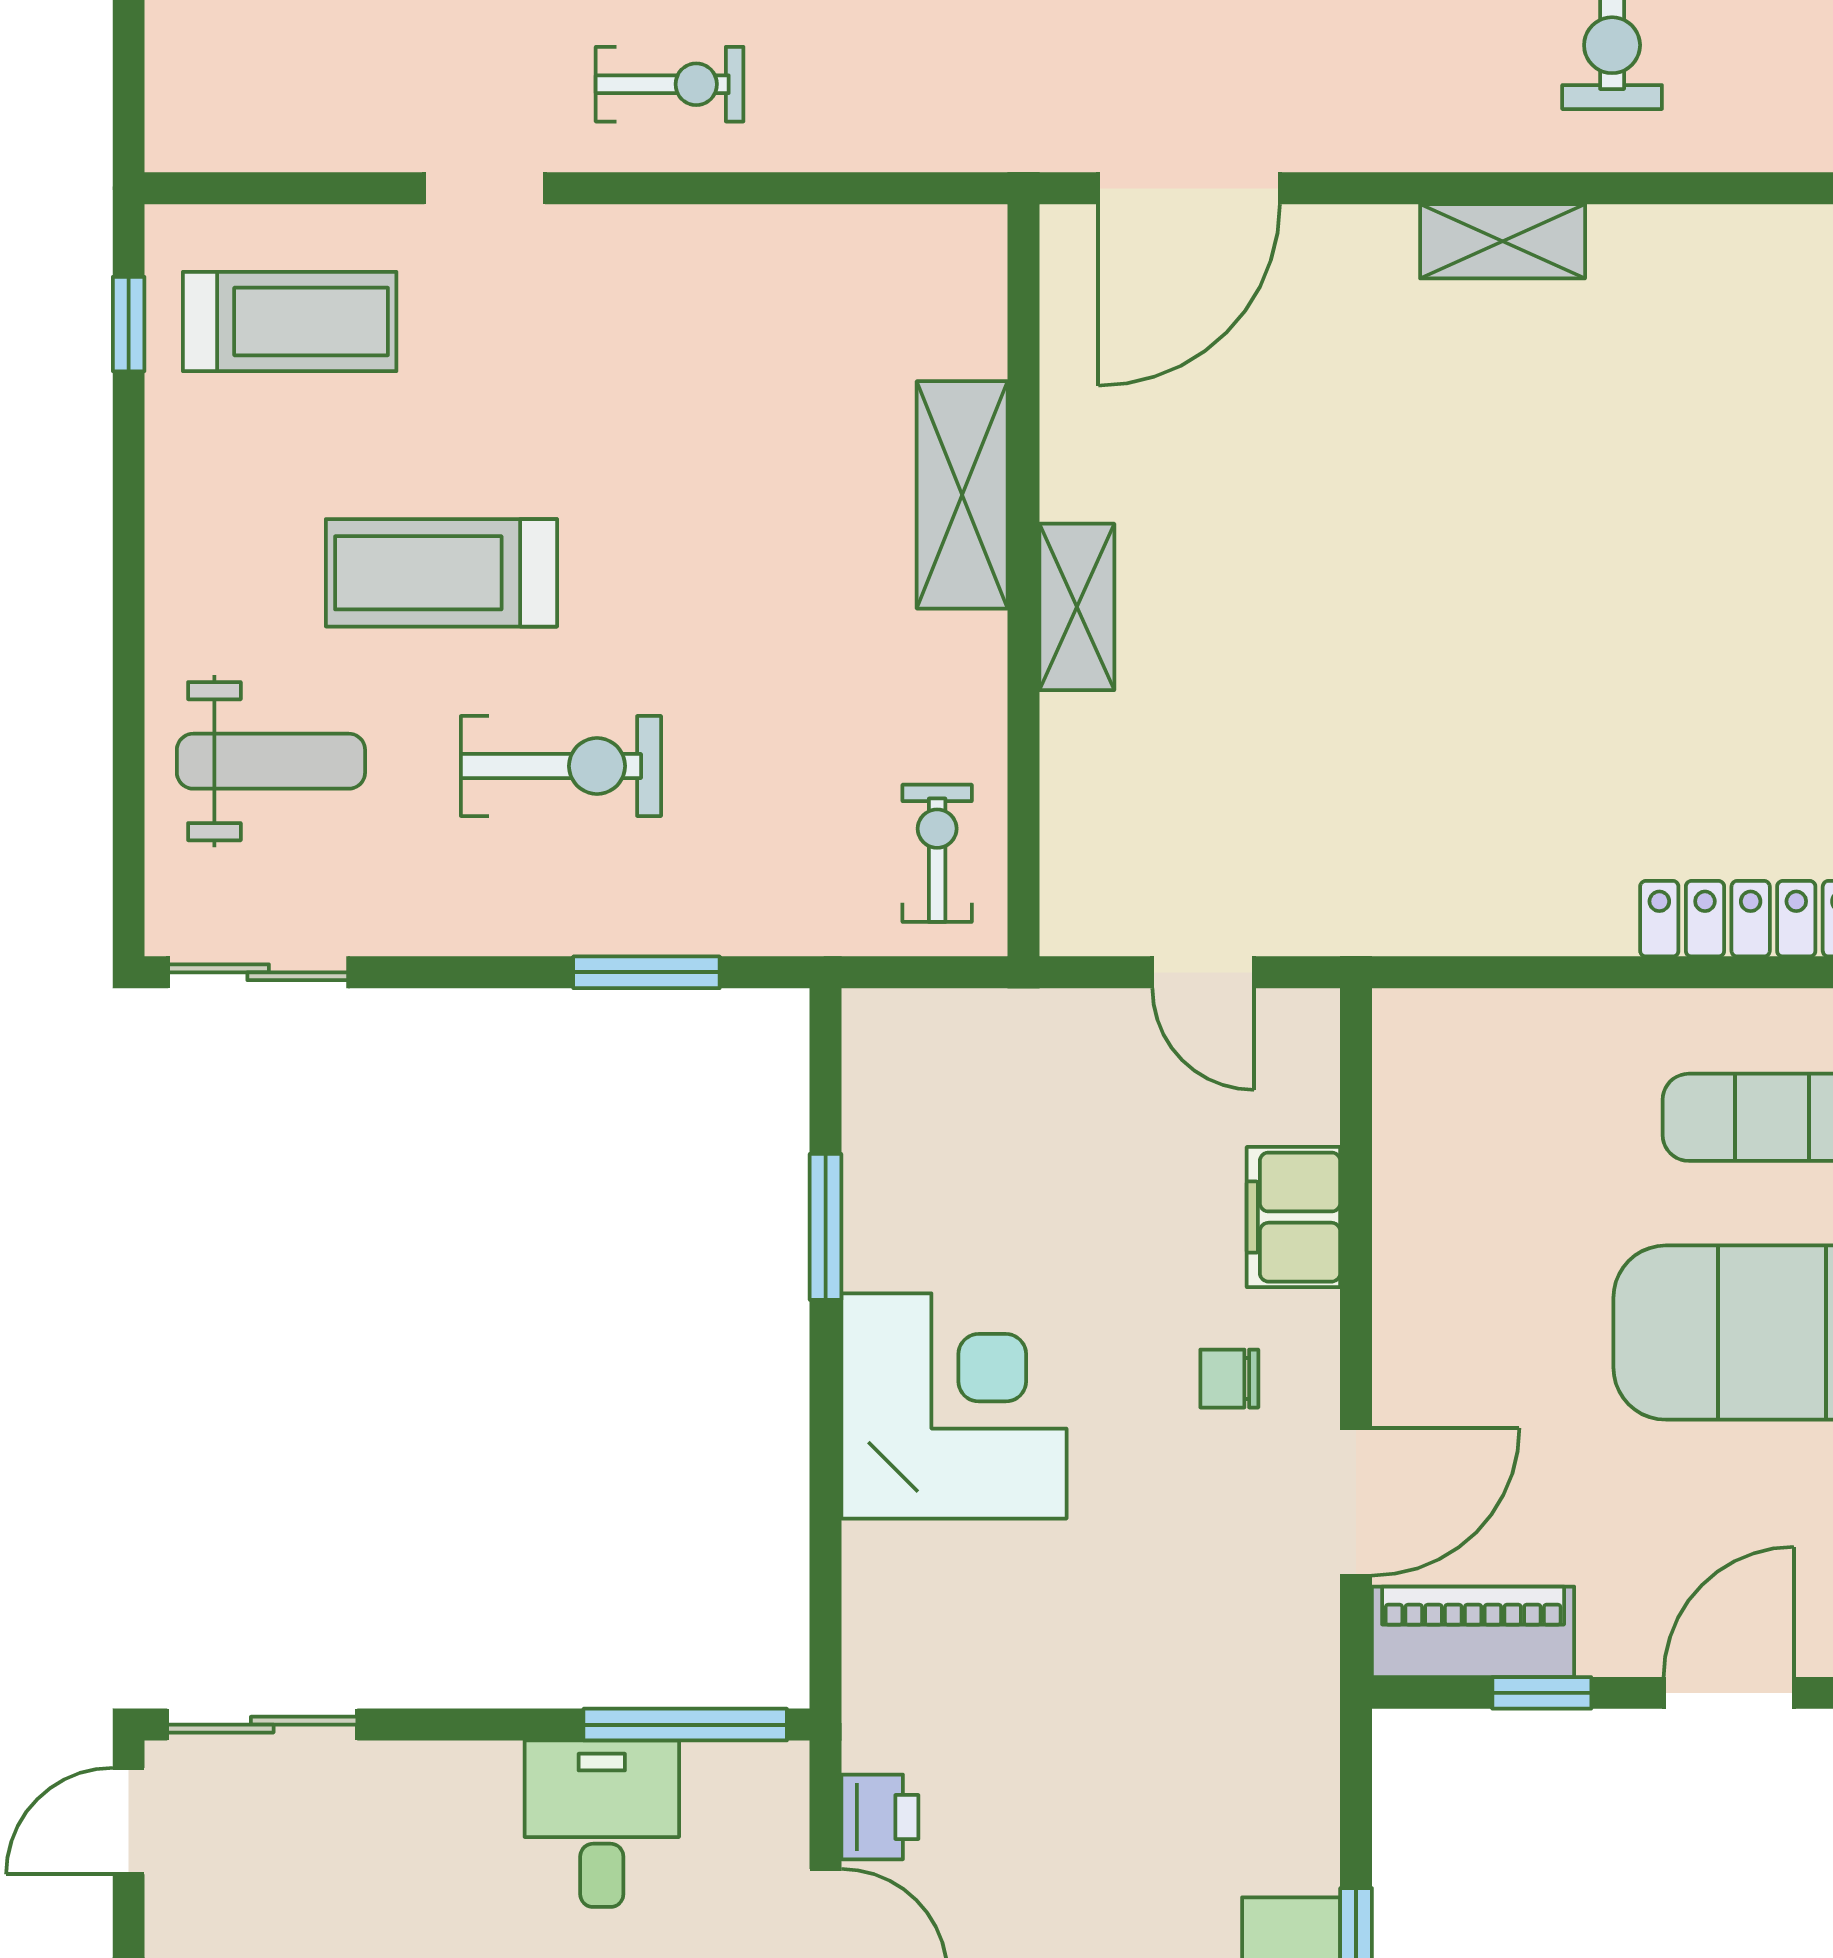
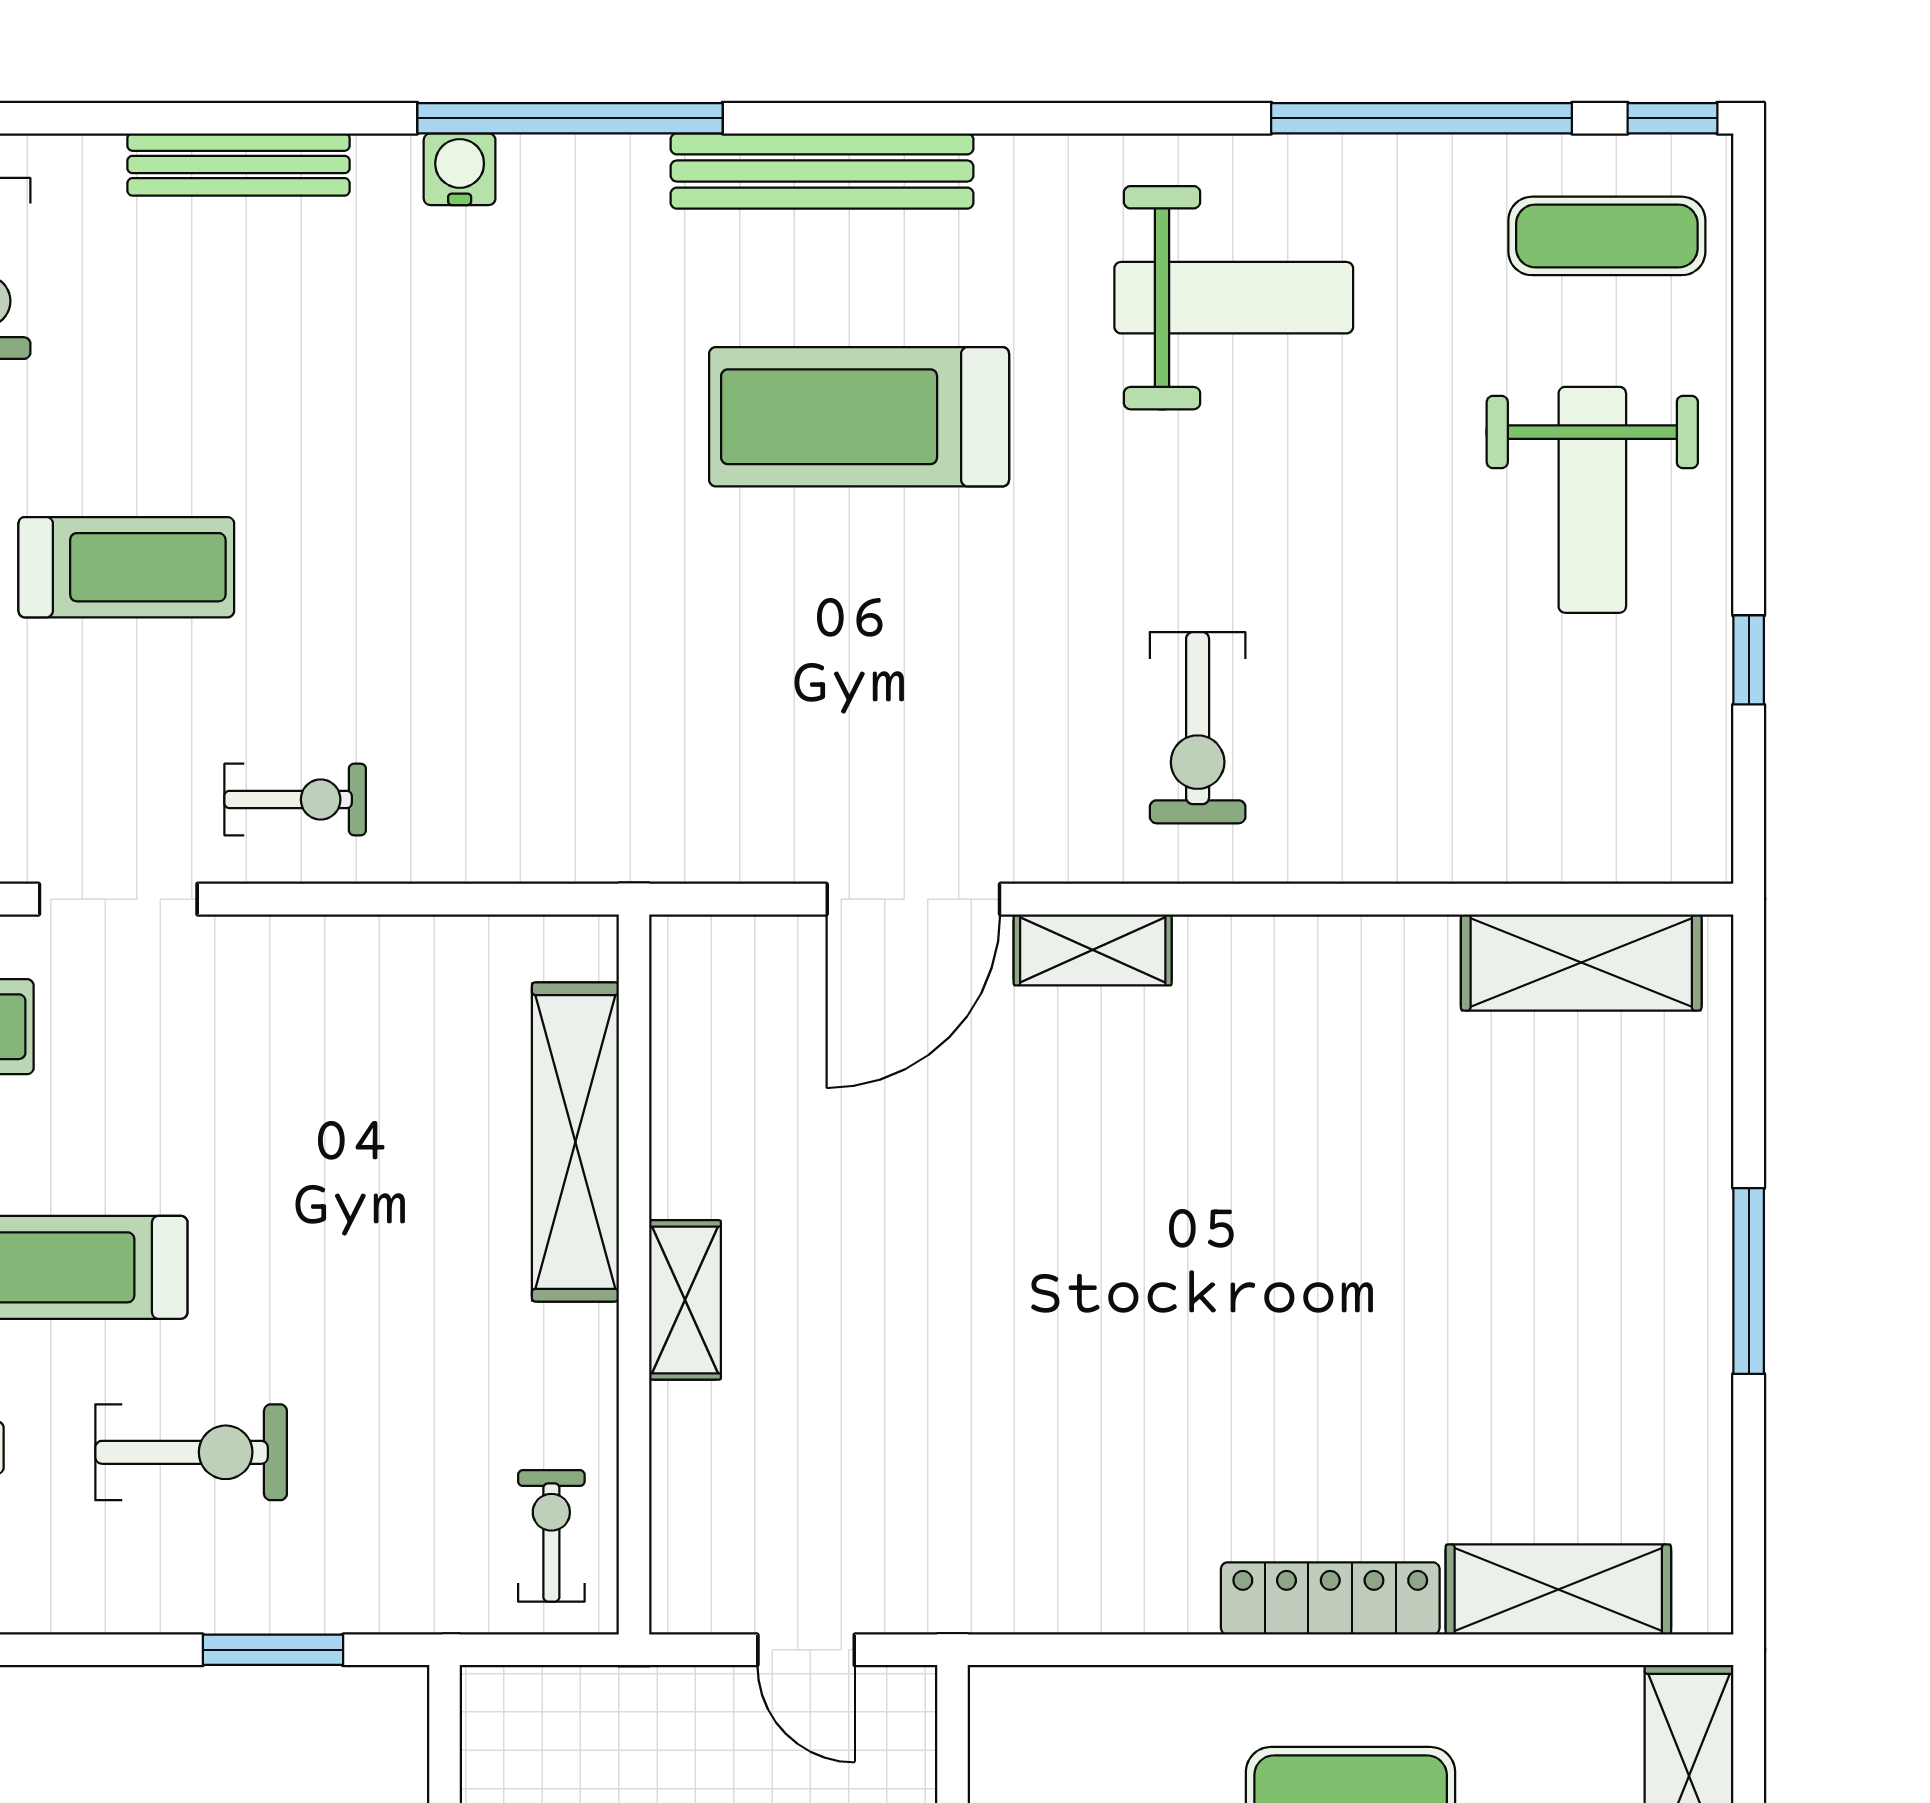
doorway: (485, 188) -> (118, 899), width x1.38
door: (1189, 188) -> (913, 899), moved
shelving: (962, 495) -> (575, 1142), width x1.47

